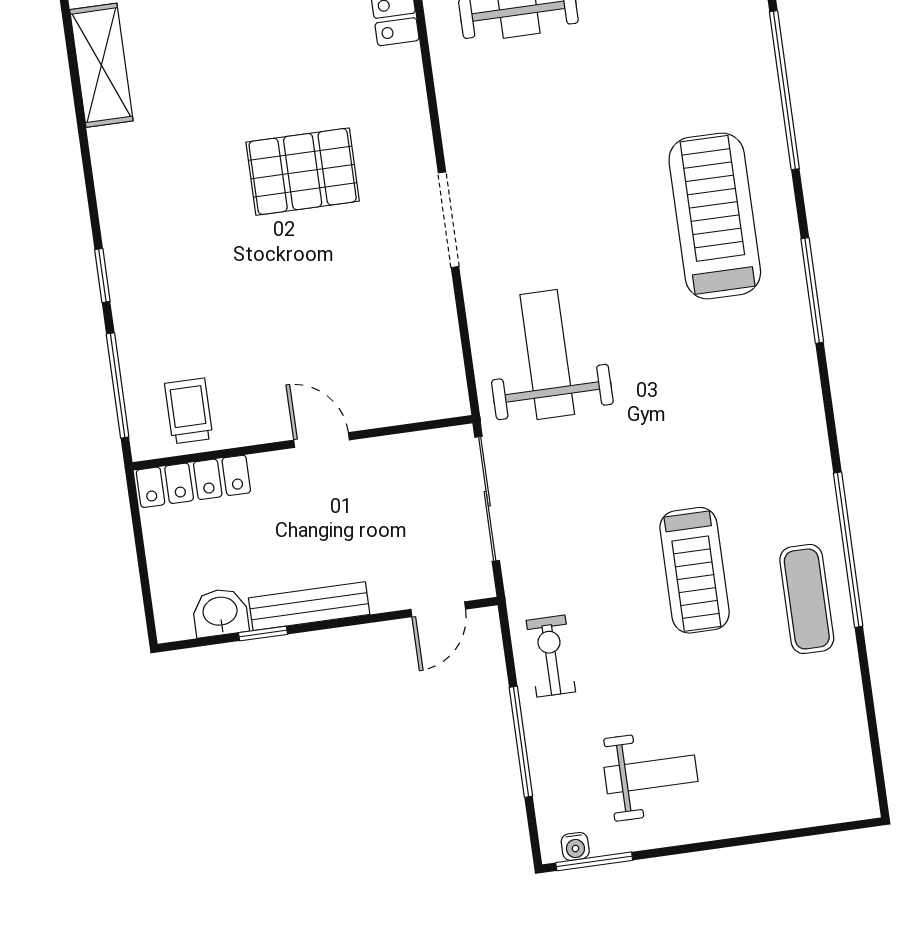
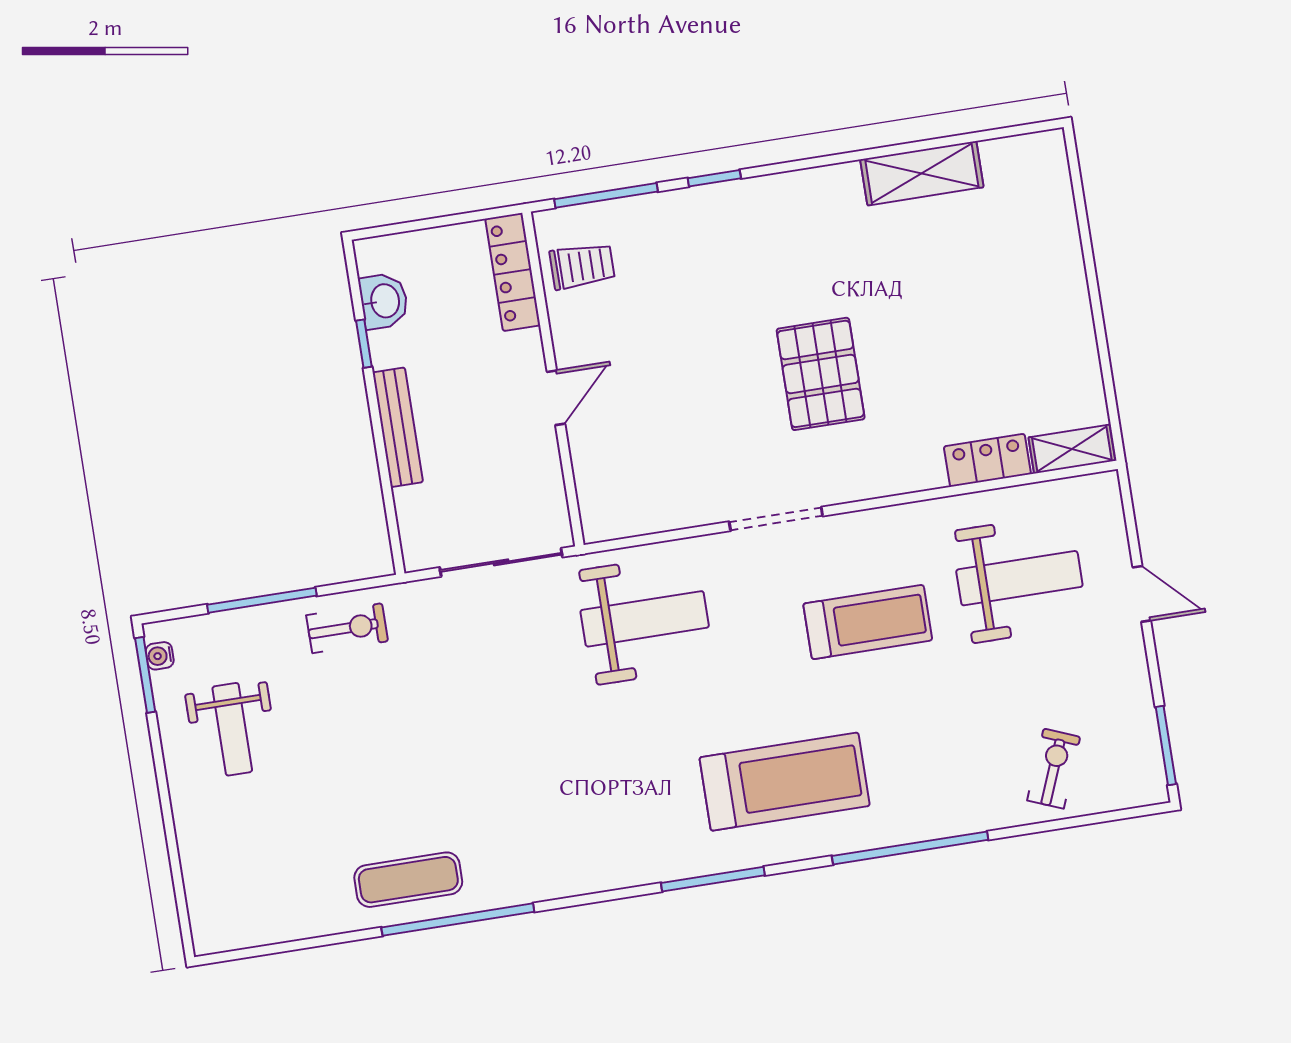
treadmill: (695, 570) -> (868, 622), moved, turned 180
bench: (309, 606) -> (398, 427), moved
door: (438, 609) -> (391, 516), removed

